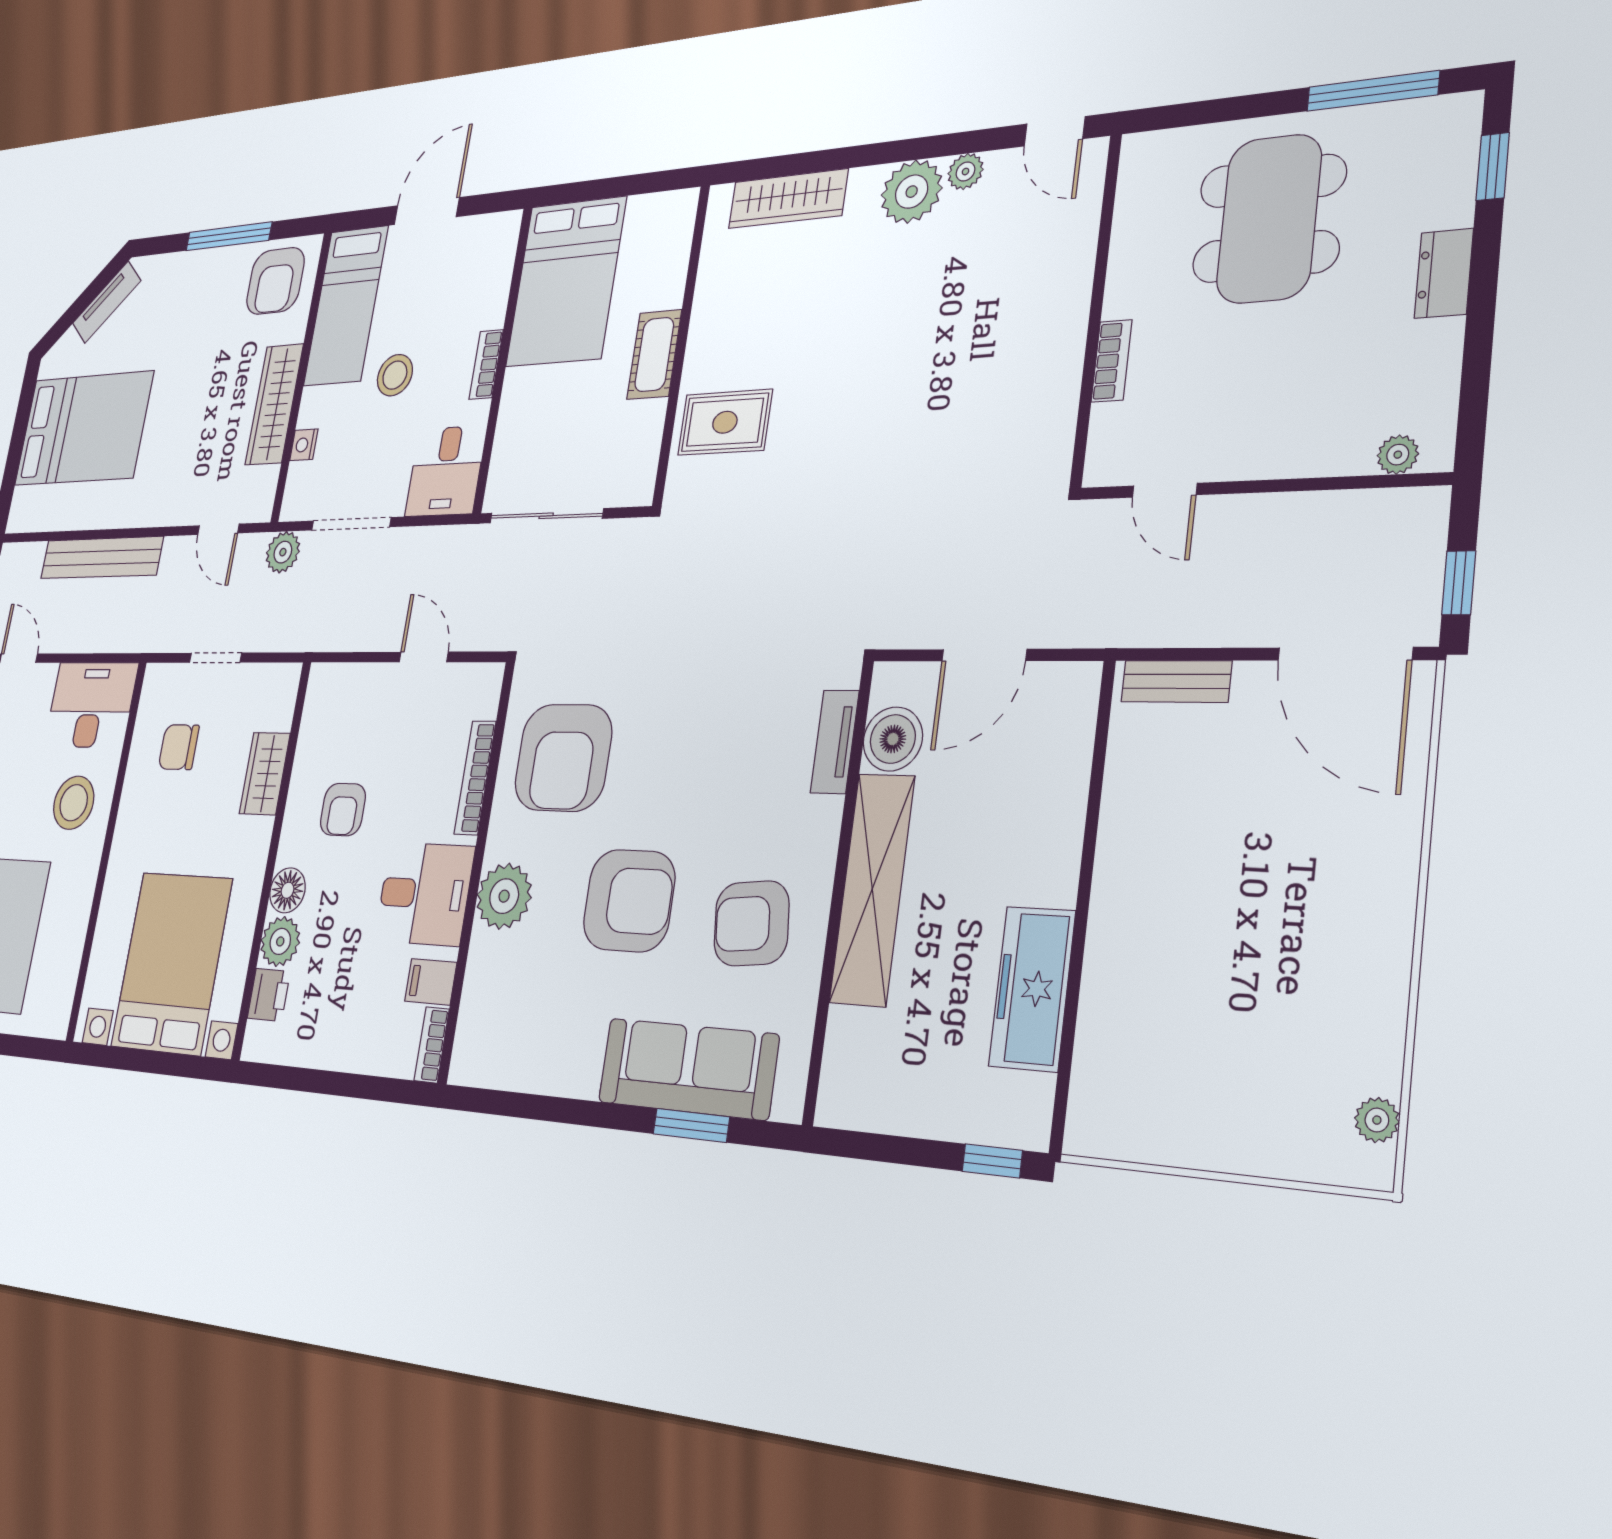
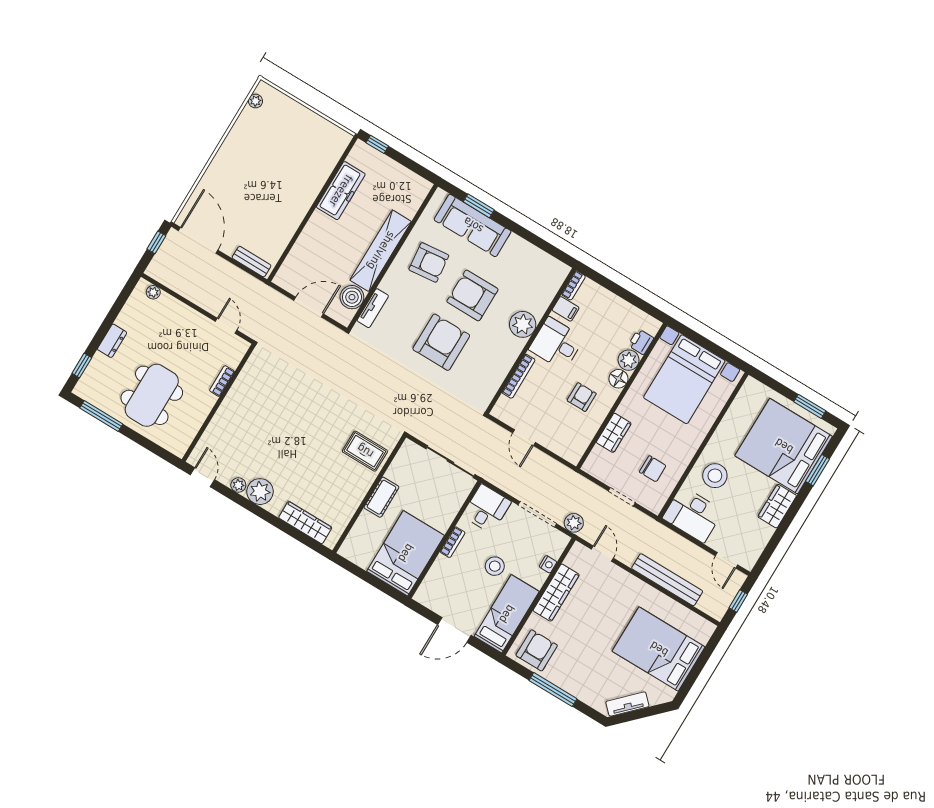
armchair: (563, 758) -> (441, 342), moved

